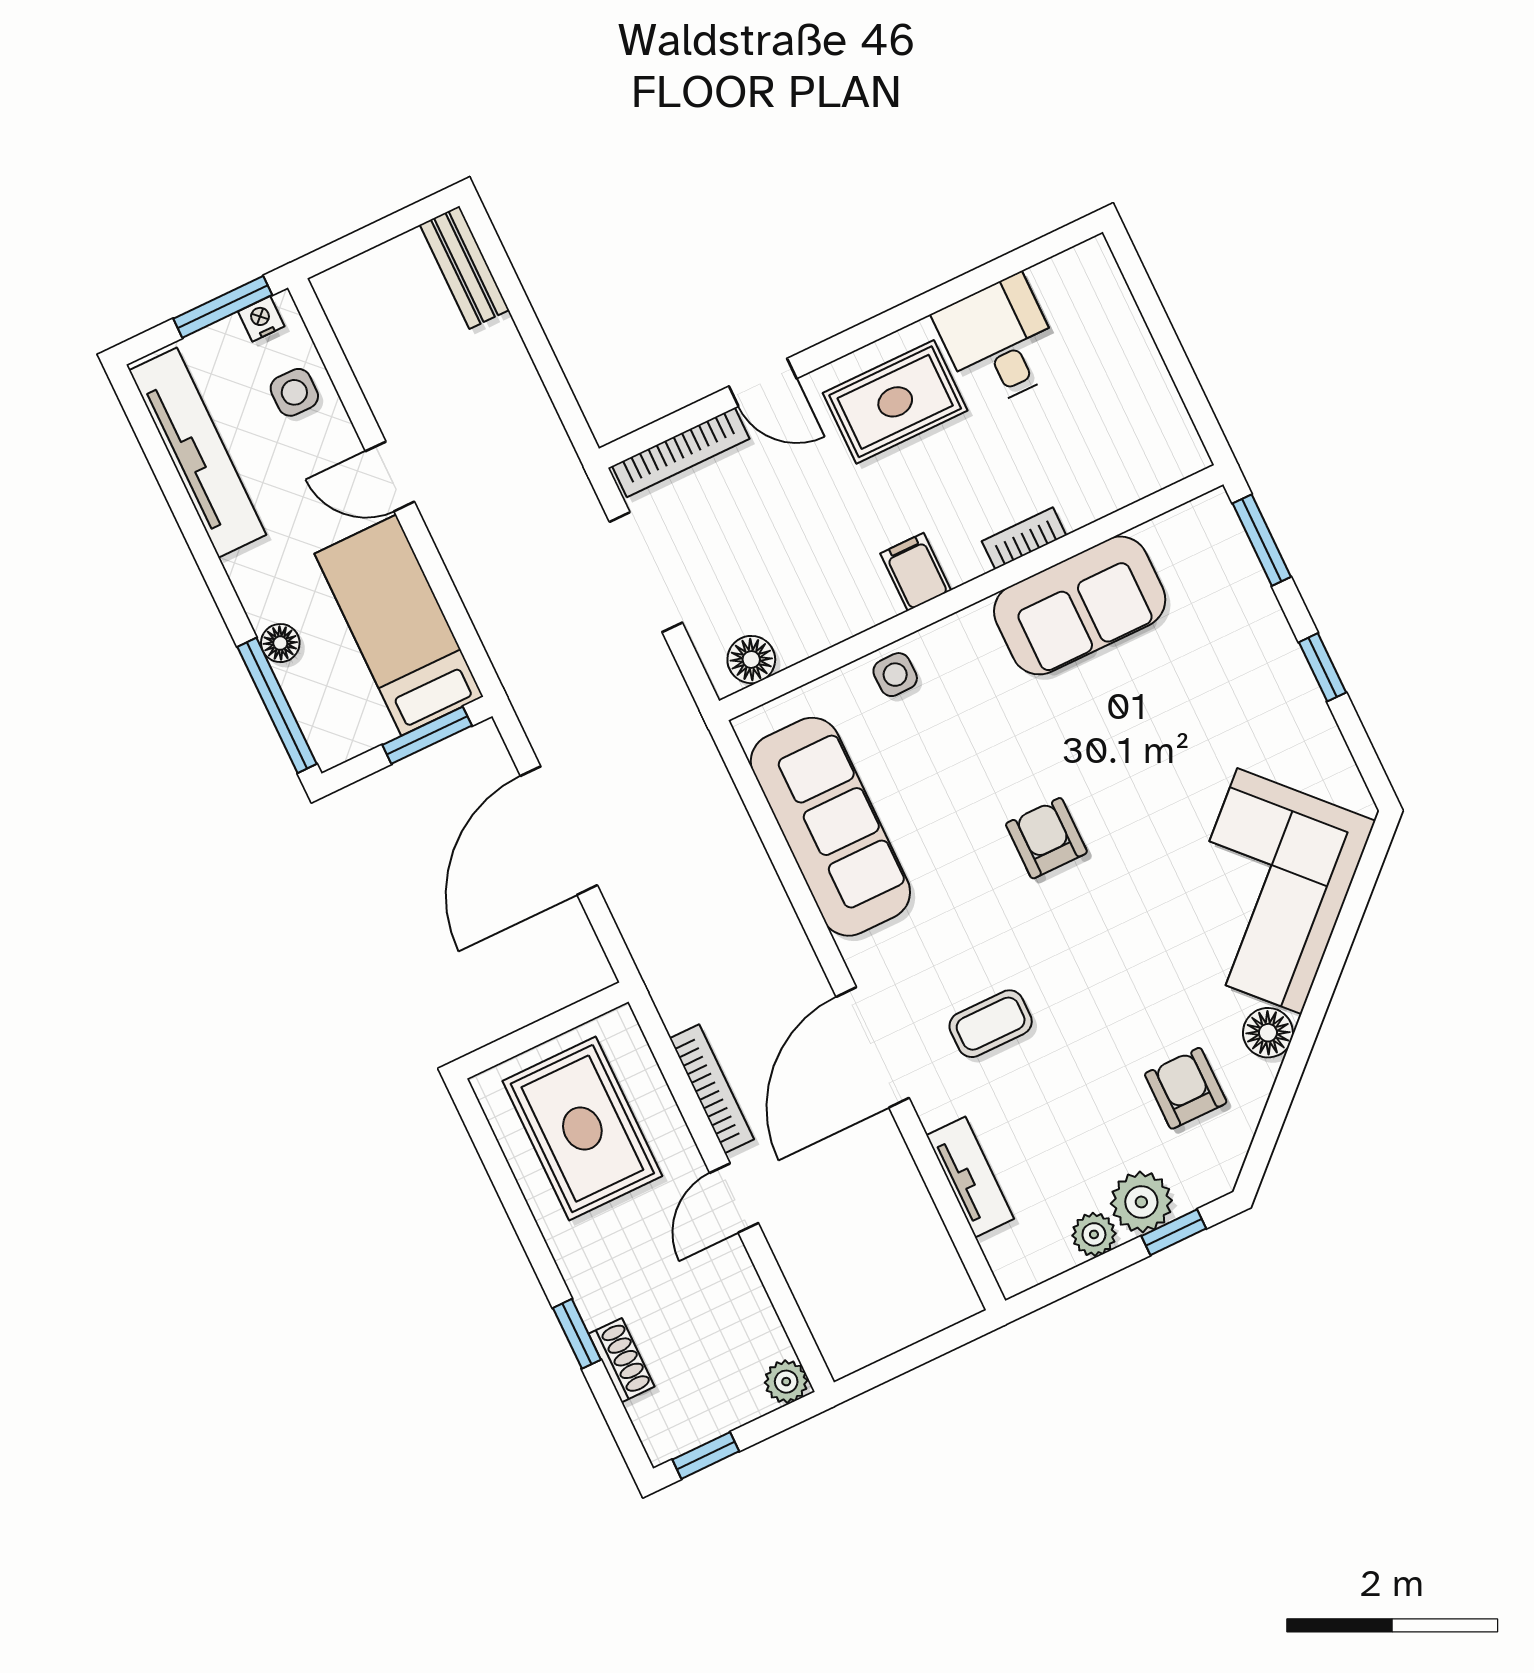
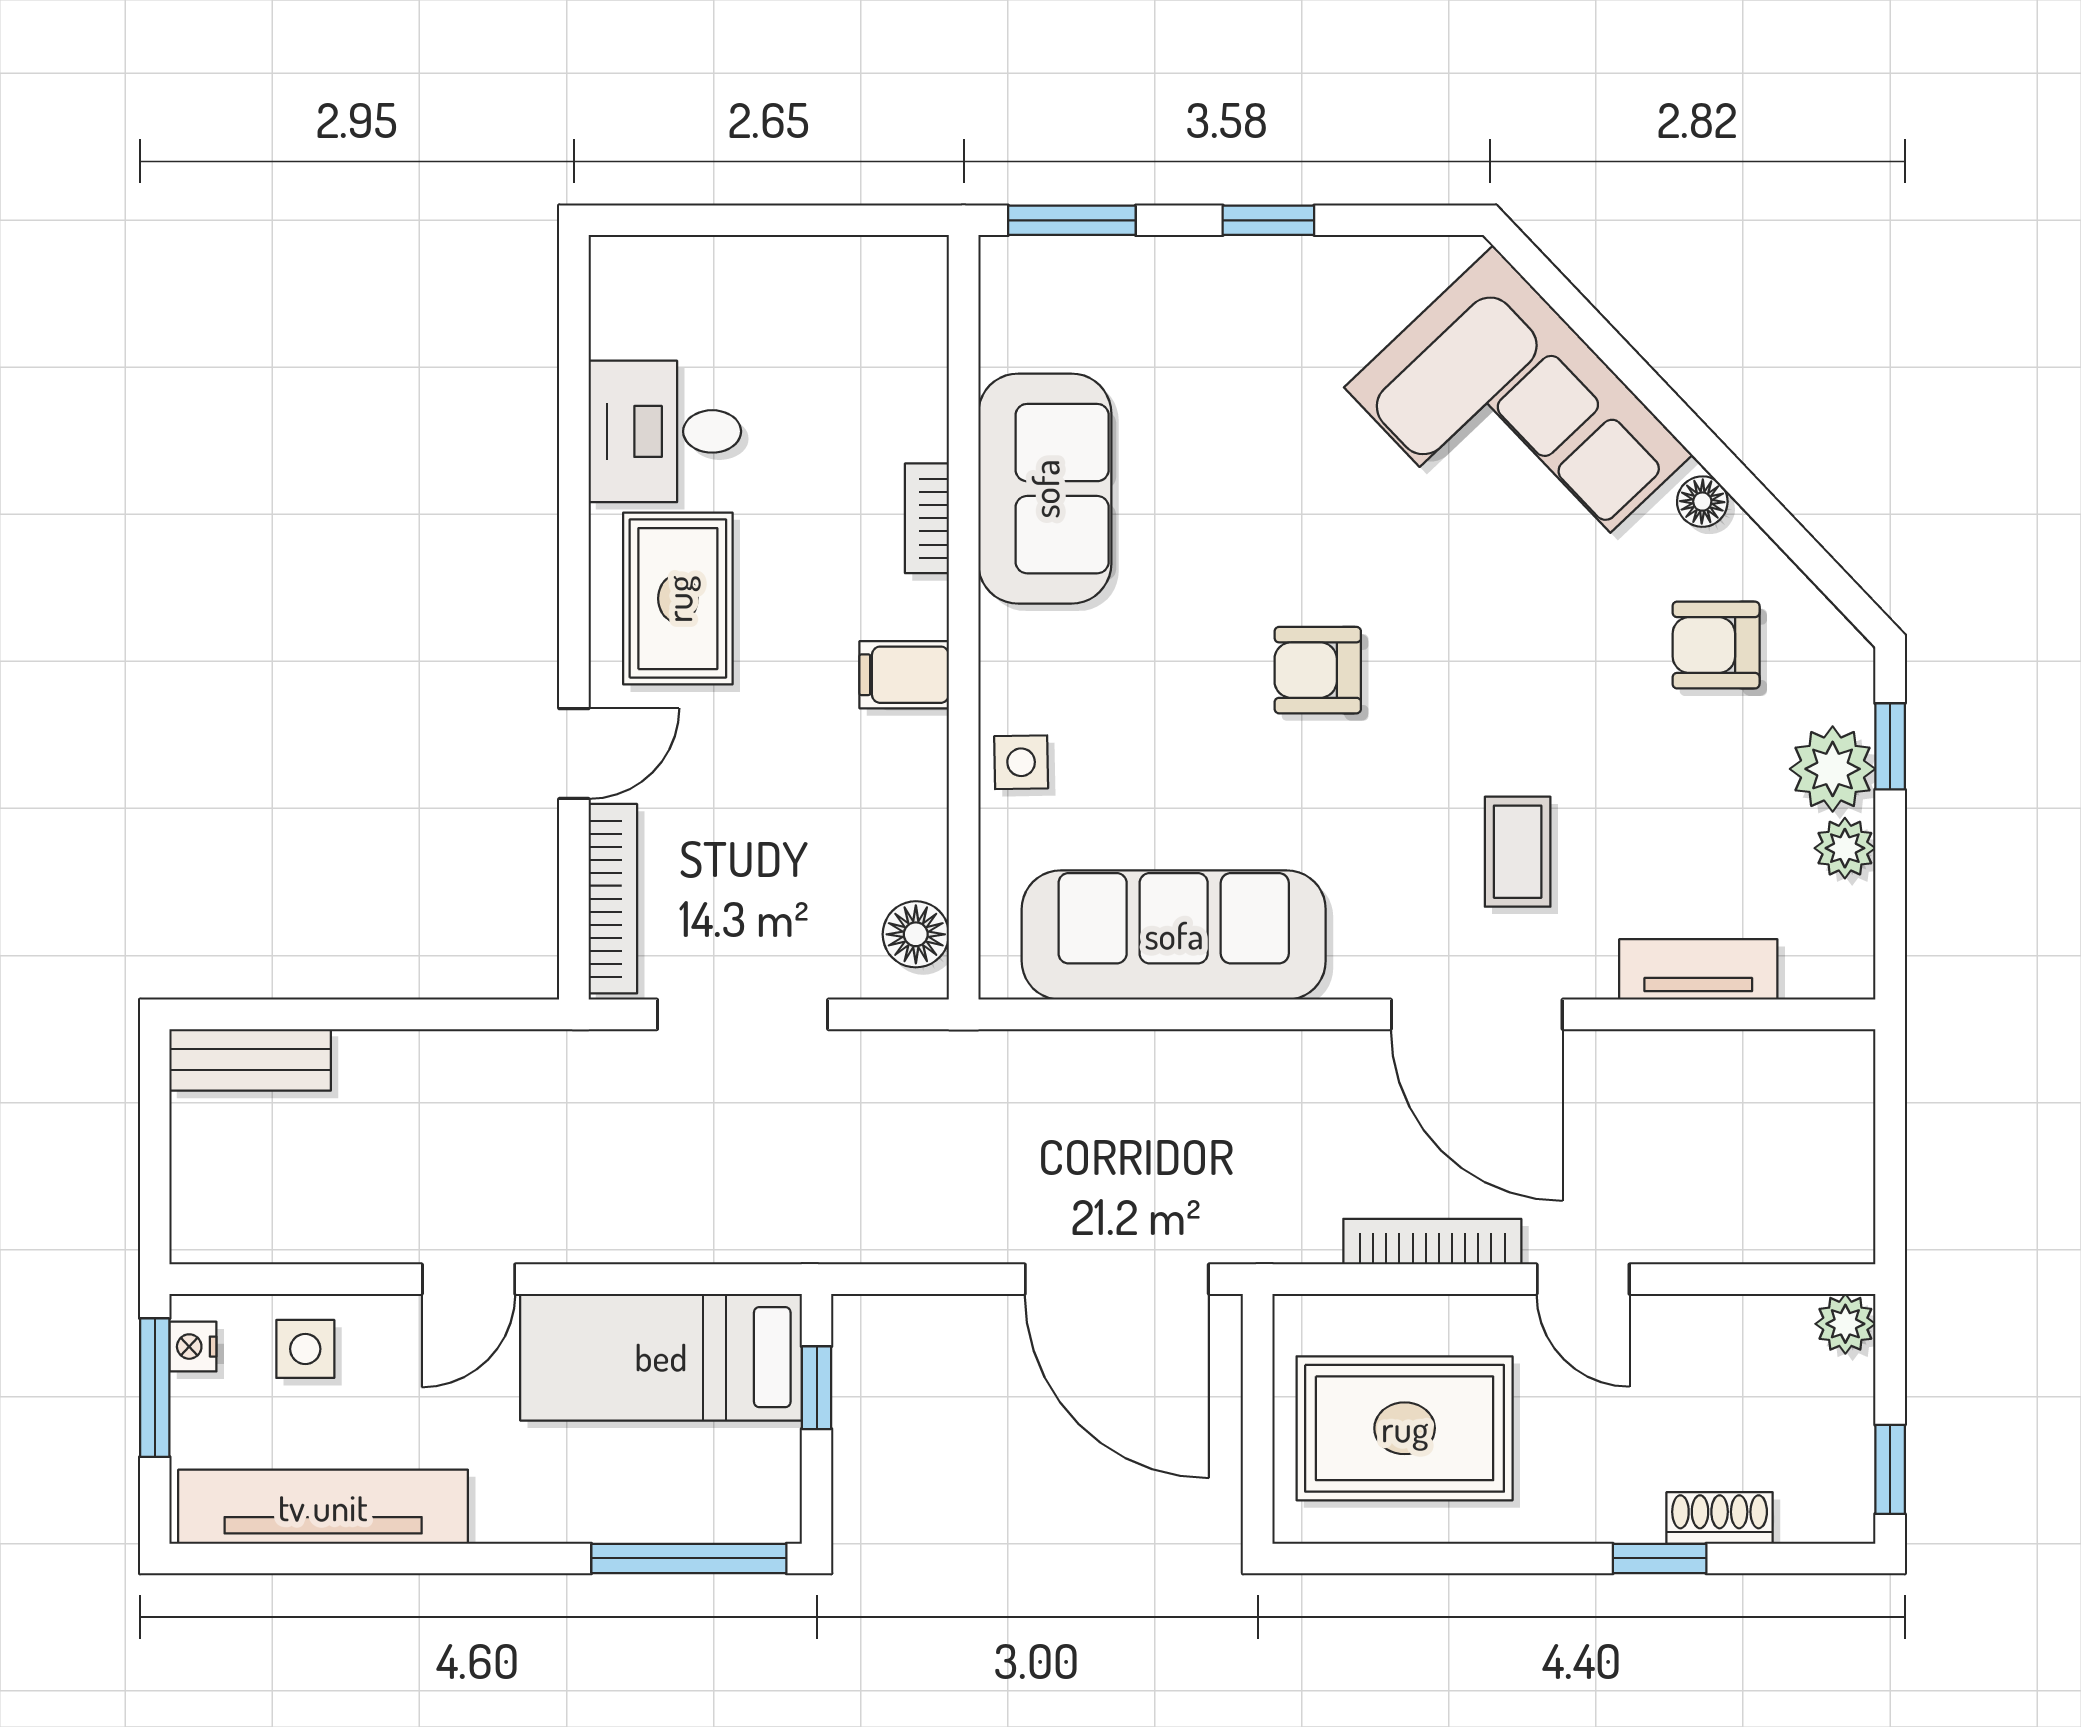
floor lamp: (280, 643) -> (612, 1517), removed
window: (427, 735) -> (817, 1388), width x0.67
door: (559, 831) -> (1117, 1279), moved
floor lamp: (1268, 1033) -> (1702, 502), width x0.73, depth x0.73

